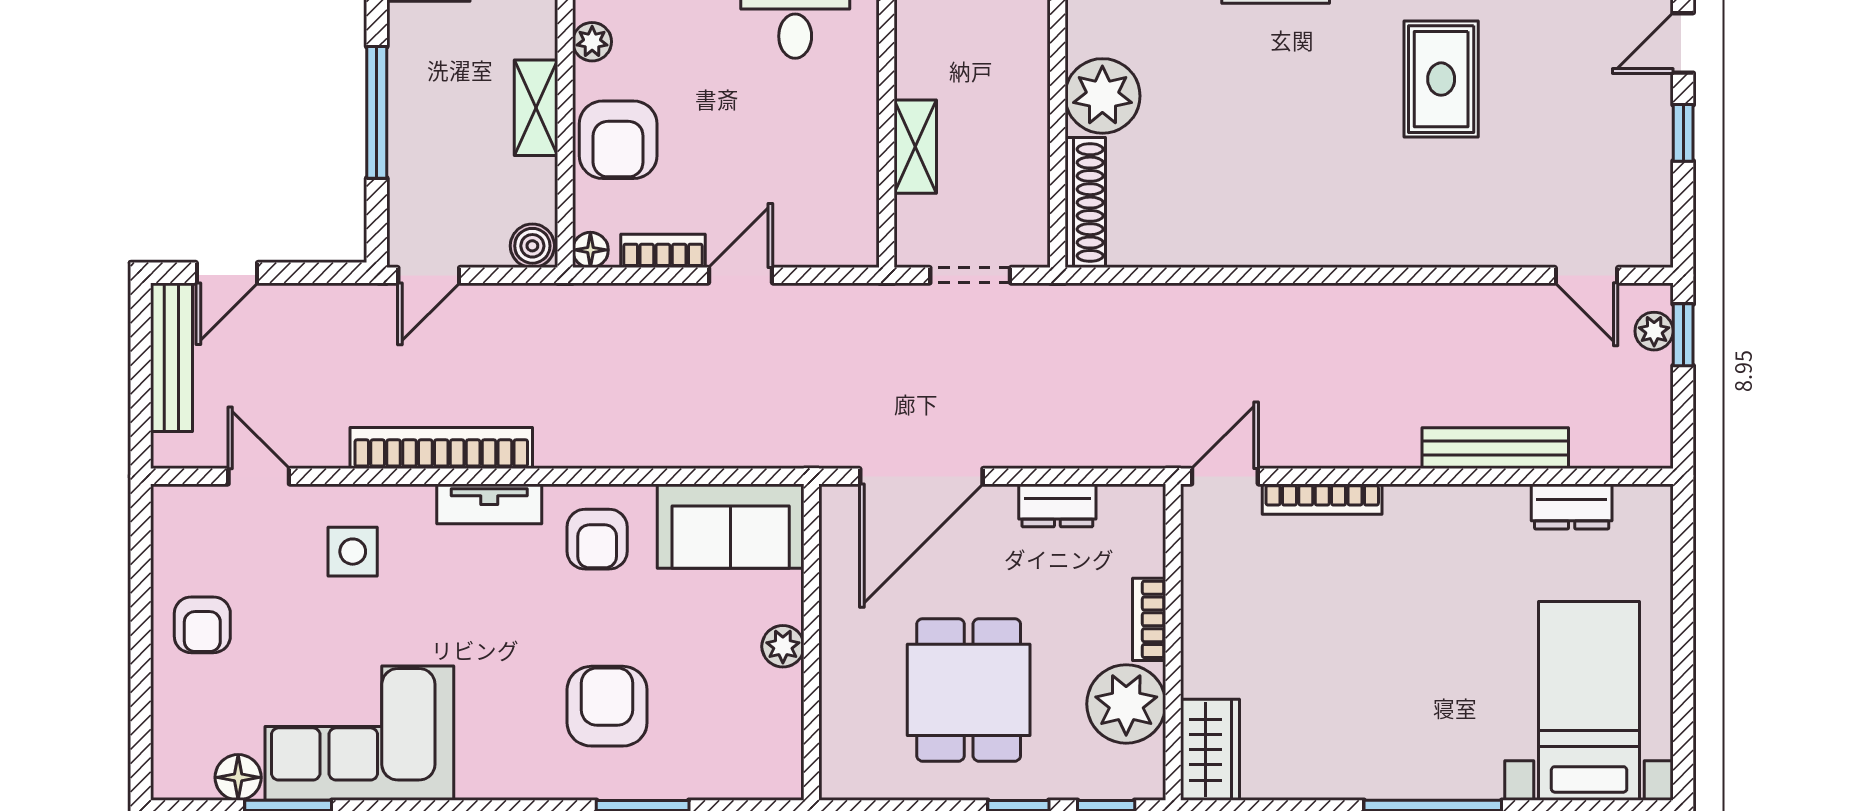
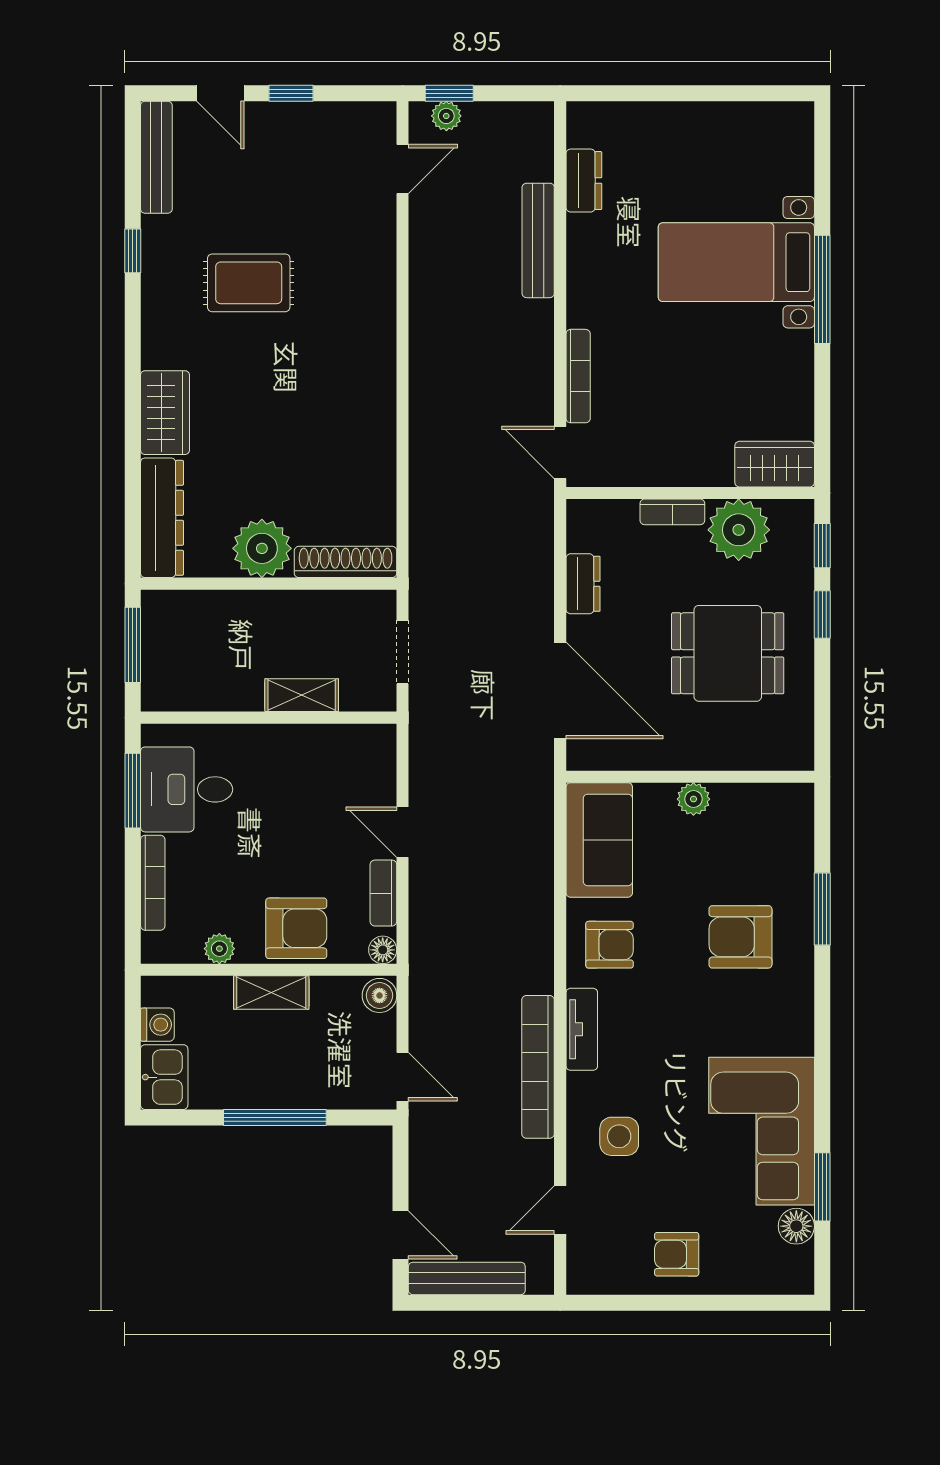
armchair: (202, 625) -> (677, 1254), turned 180
bed with nightstands: (1589, 701) -> (736, 262), moved

